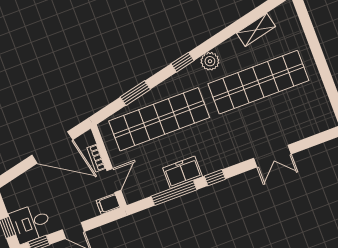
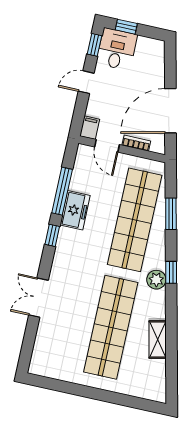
shelving: (256, 30) -> (158, 339), moved
plant: (210, 61) -> (156, 280), moved

